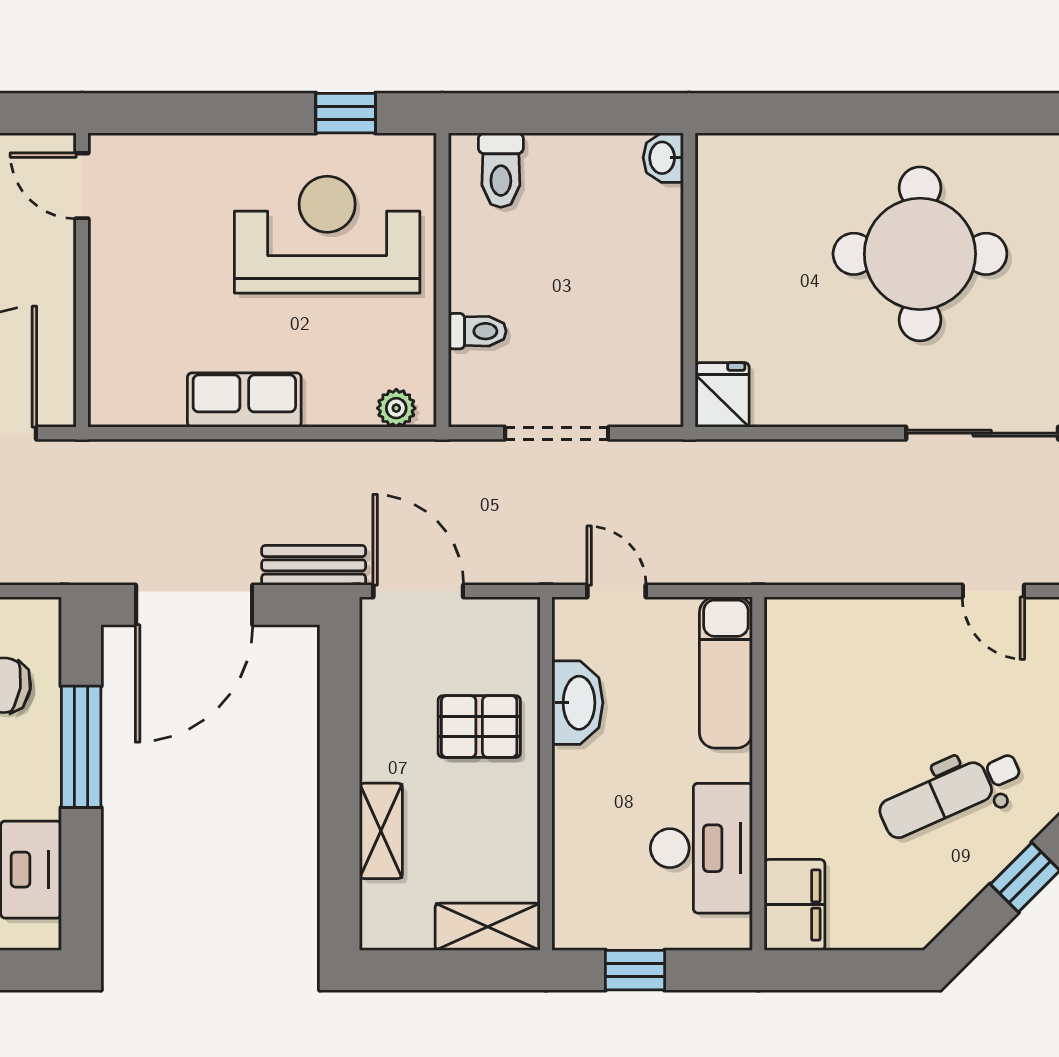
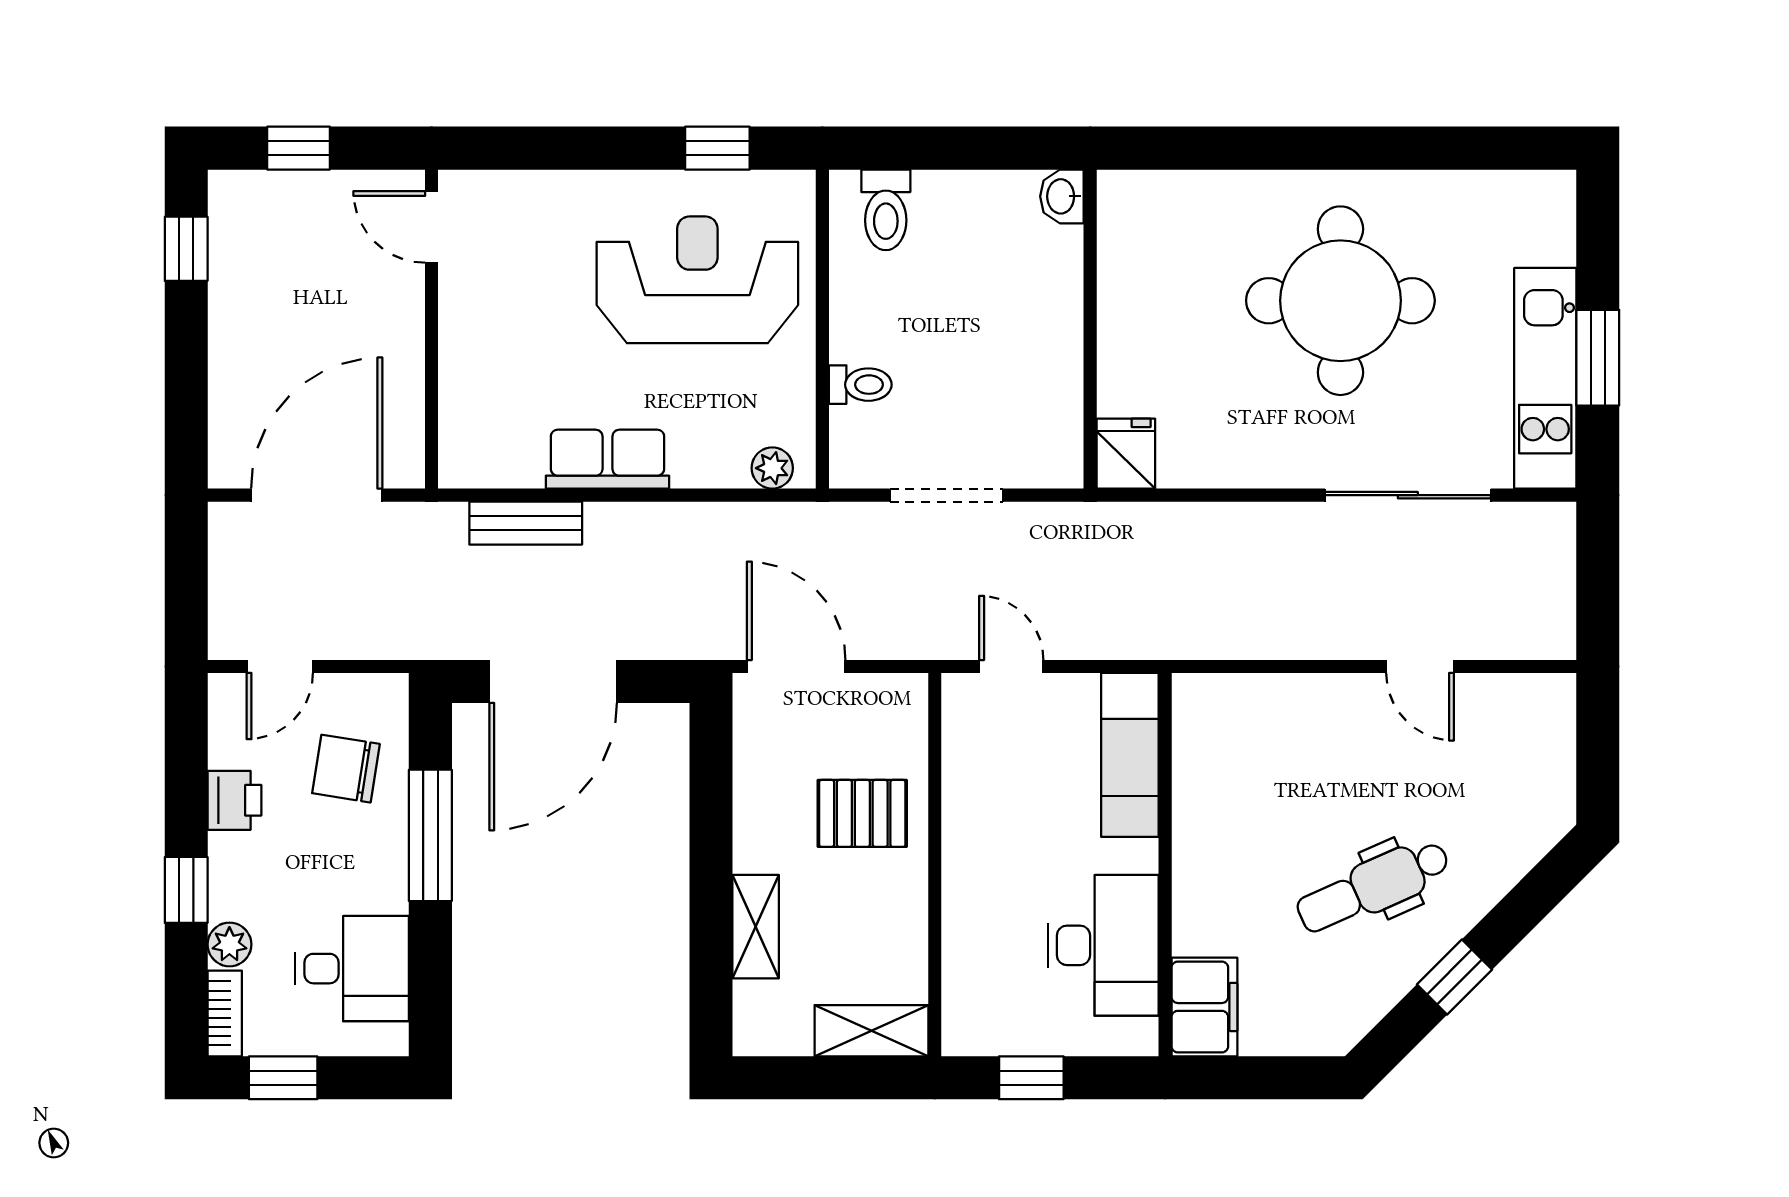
bench: (314, 565) -> (526, 523), moved
washbasin: (577, 703) -> (969, 788), removed

